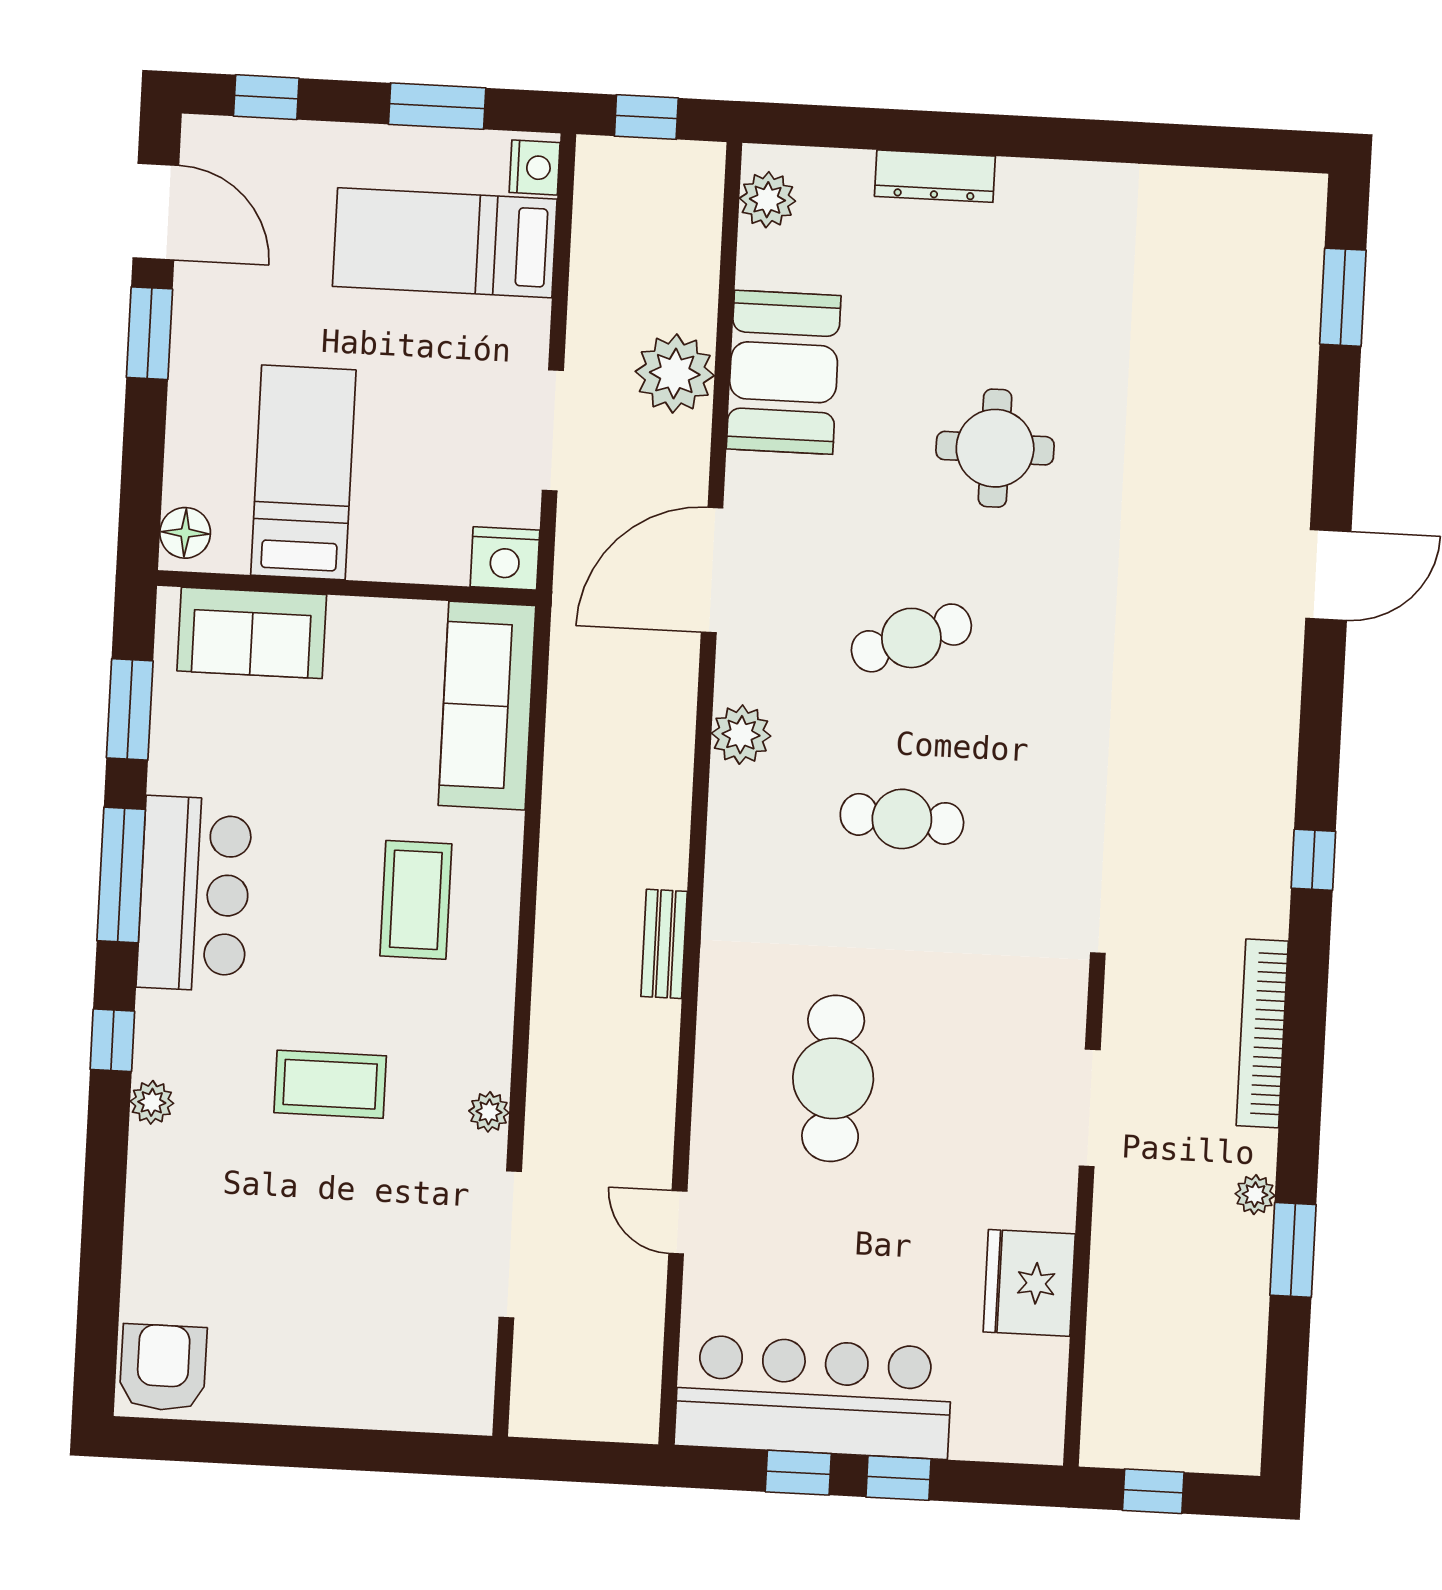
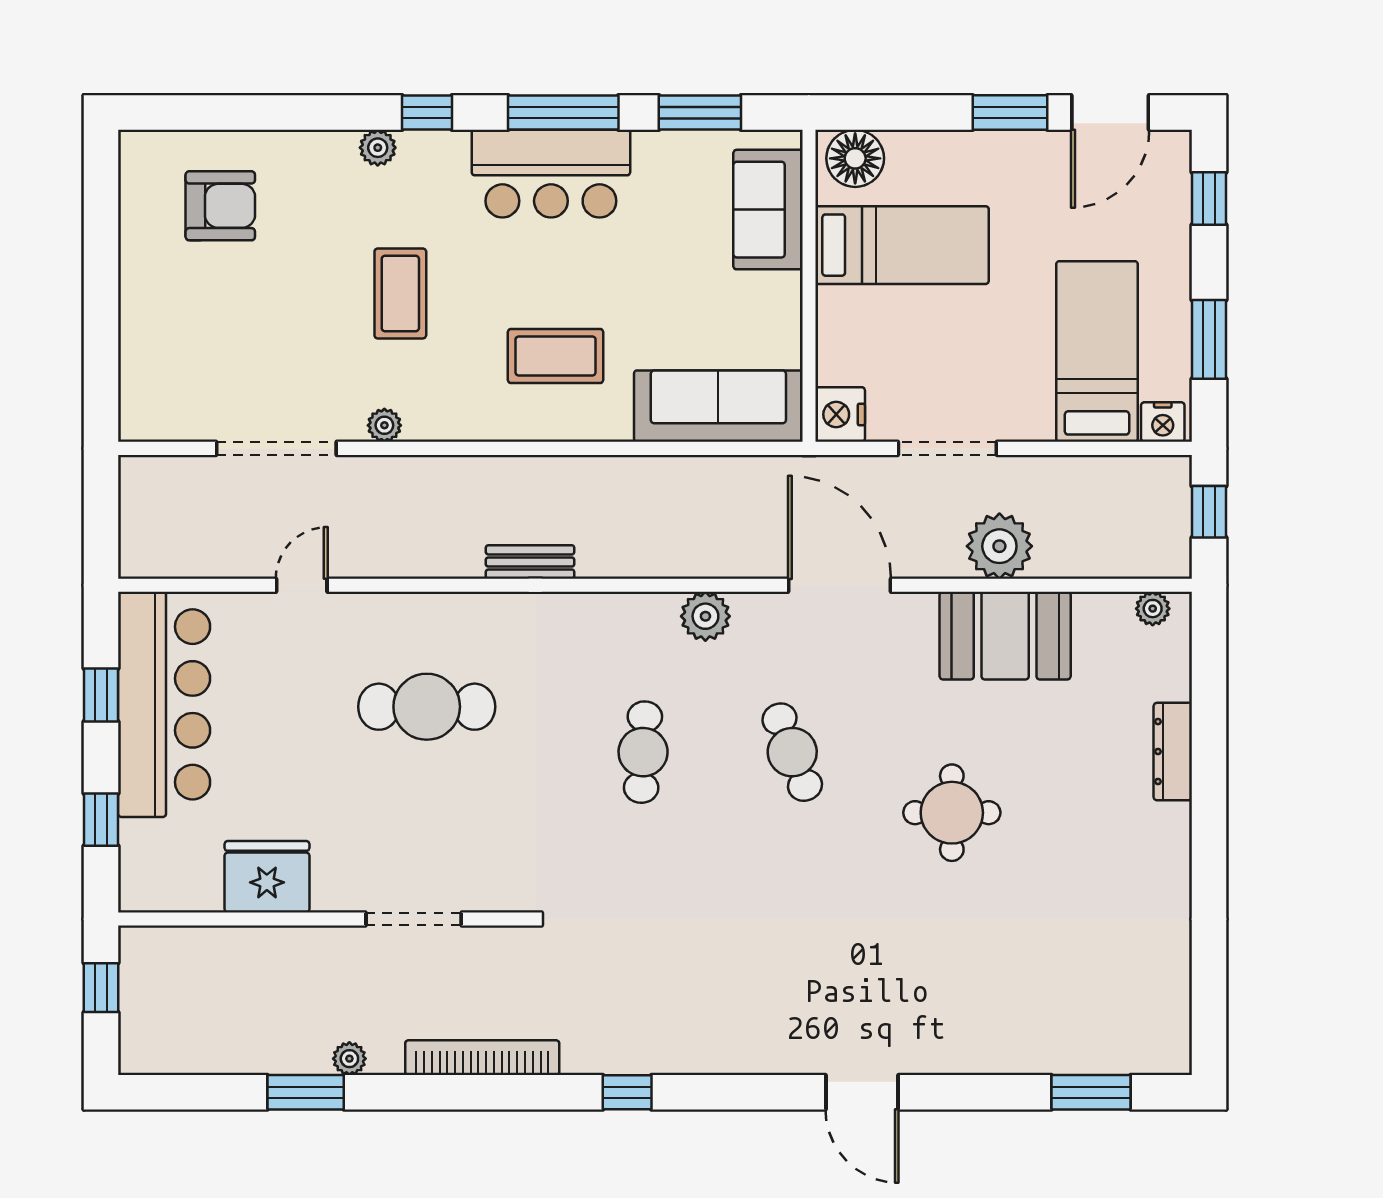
plant: (767, 200) -> (1153, 609), width x0.73, depth x0.73
floor lamp: (185, 533) -> (855, 158), width x1.38, depth x1.38
armchair: (163, 1368) -> (220, 206), moved
window: (898, 1478) -> (101, 820), moved

